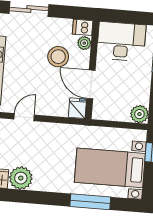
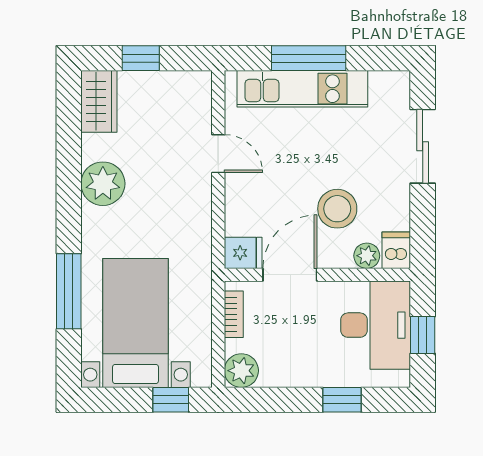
window: (128, 17) -> (423, 335), added
bookcase: (109, 116) -> (234, 314), added
plant: (21, 178) -> (103, 184), moved

